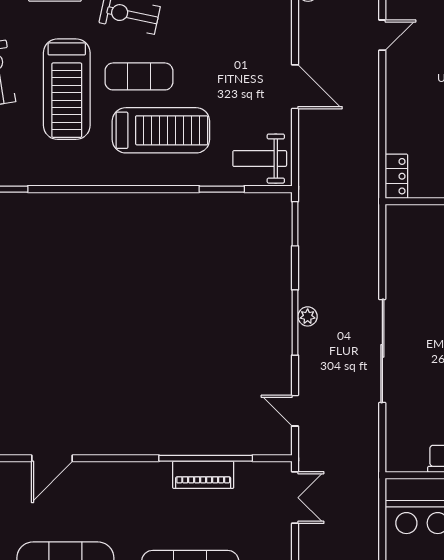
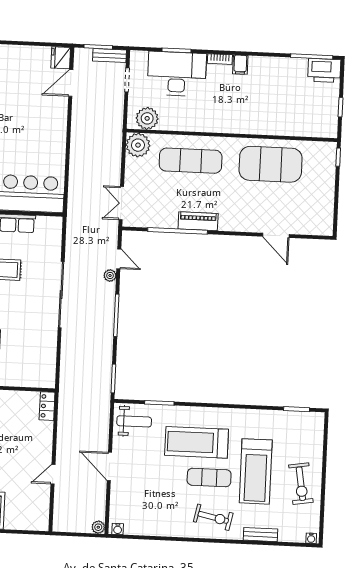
door: (382, 35) -> (53, 474), moved
treadmill: (67, 89) -> (256, 471), turned 180
plant: (308, 316) -> (110, 275), moved
door: (52, 458) -> (276, 235), swing flipped
piano: (203, 475) -> (198, 221), moved

